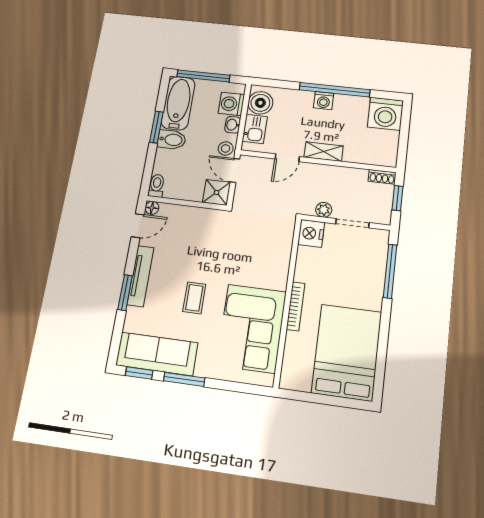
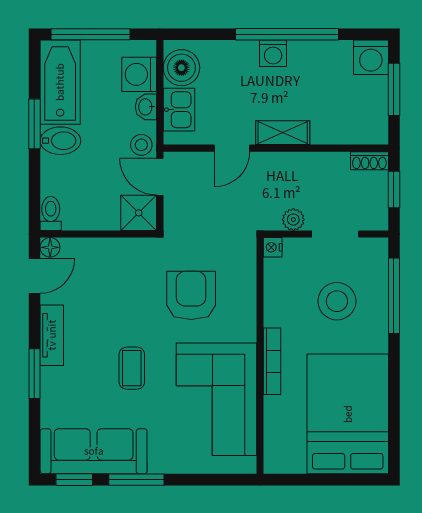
washing machine: (385, 114) -> (371, 57), width x0.73, depth x0.73
window: (404, 132) -> (394, 89), added
nightstand: (311, 233) -> (273, 247), width x0.53, depth x0.56
armchair: (244, 253) -> (191, 295), added
stool: (348, 270) -> (337, 301), added
tv unit: (141, 276) -> (52, 335), width x0.71

